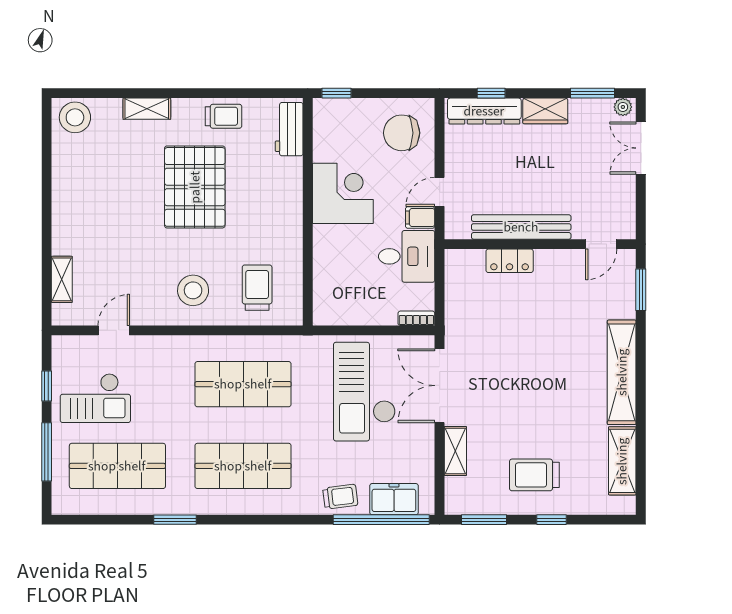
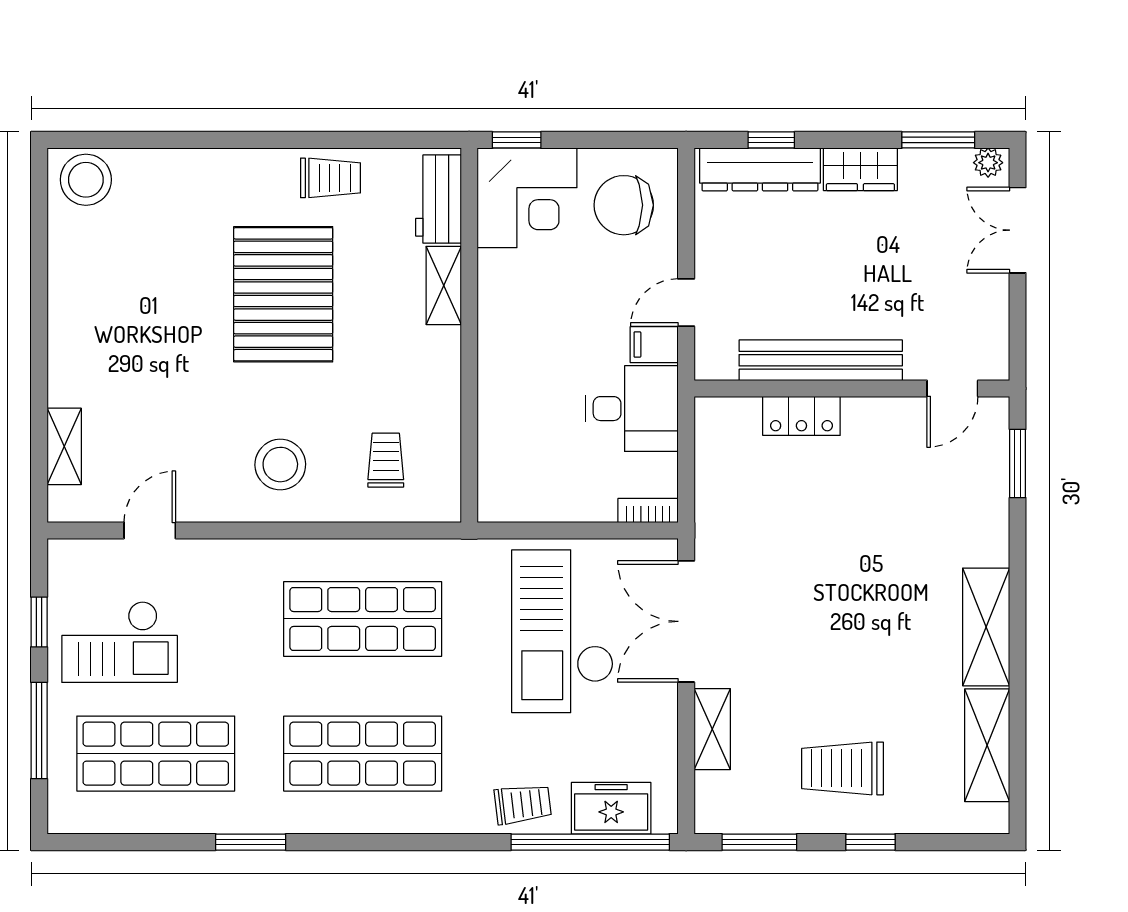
shelving: (147, 109) -> (444, 285), moved, turned 90
corner desk: (343, 193) -> (527, 198), moved, turned 90
trolley: (257, 288) -> (386, 460), width x0.73, depth x0.72
shelving: (622, 372) -> (986, 627), width x0.68

